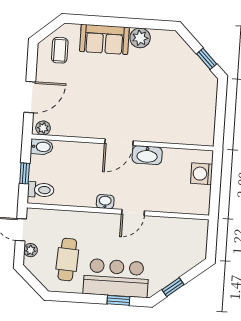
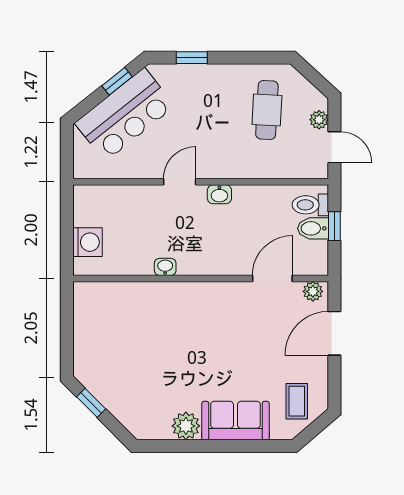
door: (119, 142) -> (272, 278), moved
bidet: (42, 147) -> (313, 228), moved
washbasin: (147, 155) -> (165, 267), width x0.52, depth x0.69
bar counter: (116, 278) -> (125, 115), moved, turned -39

